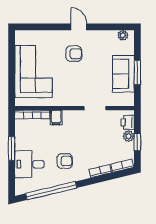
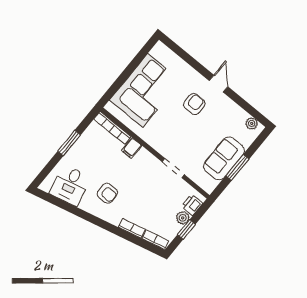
armchair: (74, 54) -> (194, 104), turned -90
desk: (29, 164) -> (70, 185), moved, turned -104
window: (51, 191) -> (73, 210), removed

